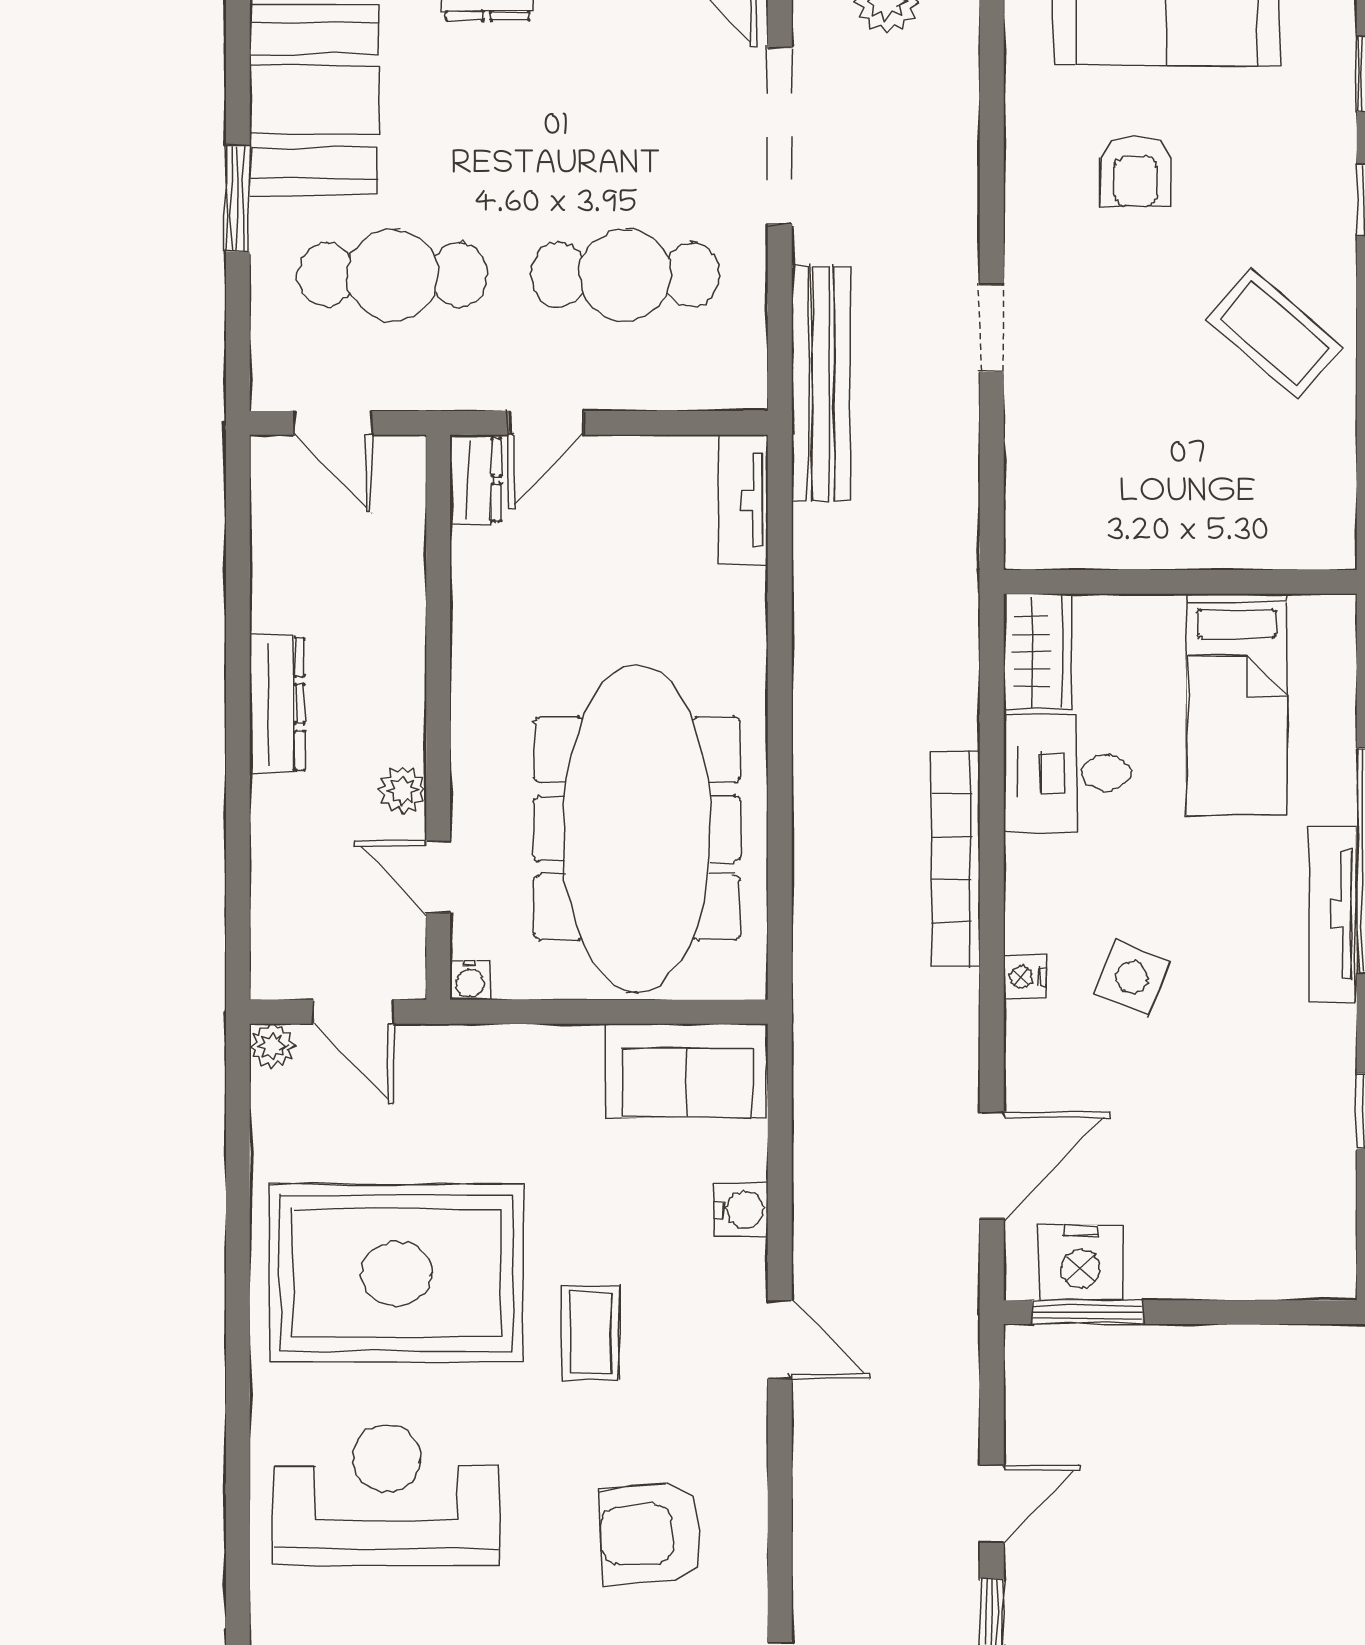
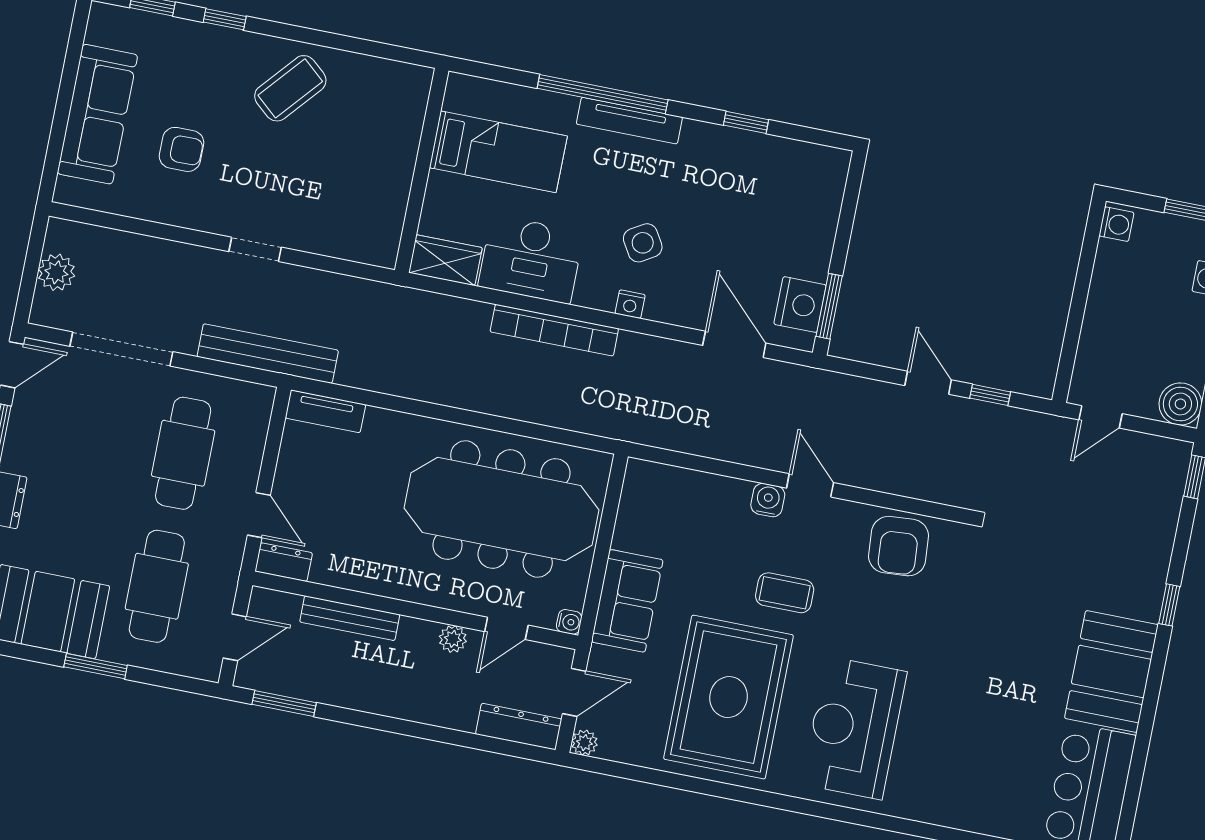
window: (238, 528) -> (284, 703), added
bench: (403, 610) -> (350, 618), added
dresser: (277, 704) -> (519, 727), moved
desk: (1067, 773) -> (531, 259), width x1.37
side table: (1132, 977) -> (643, 243), turned 37
sofa: (687, 1070) -> (627, 601), moved
water cooler: (741, 1210) -> (768, 500), moved
door: (780, 1340) -> (810, 485), hinge flipped
armchair: (651, 1534) -> (899, 546), moved

